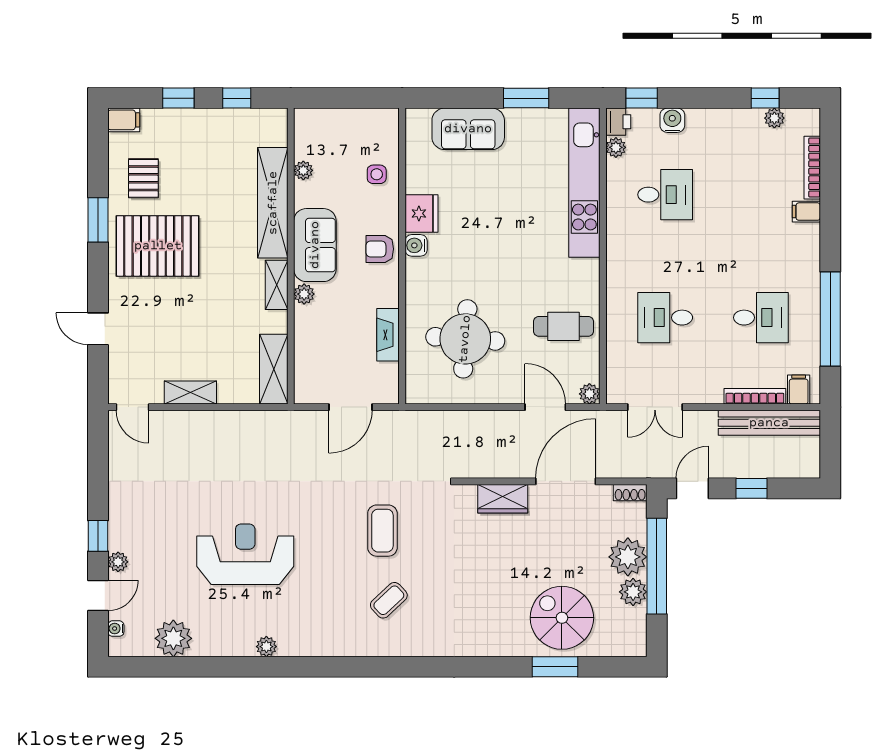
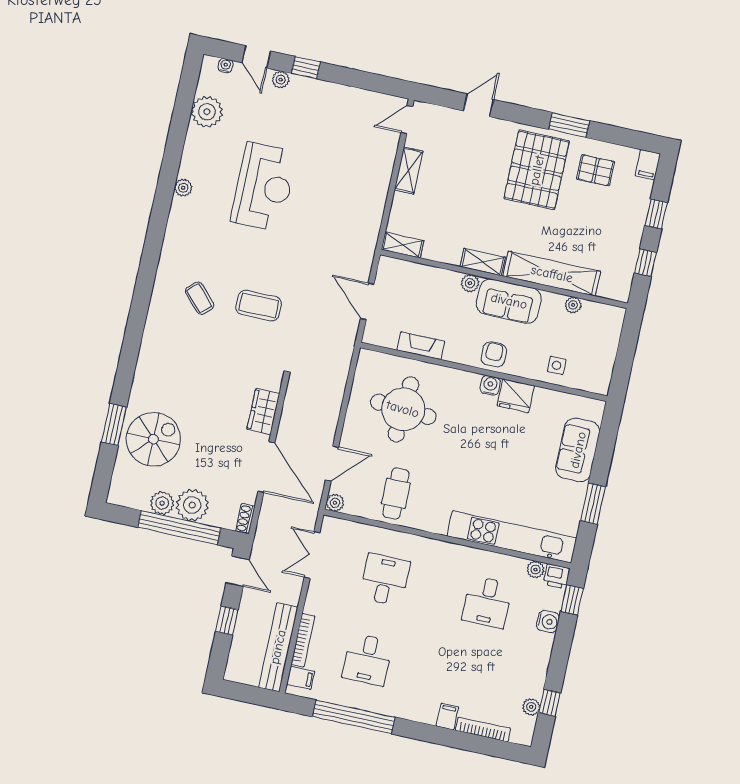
shelving: (274, 369) -> (403, 245), width x0.67, depth x0.75

